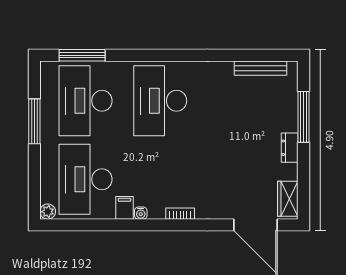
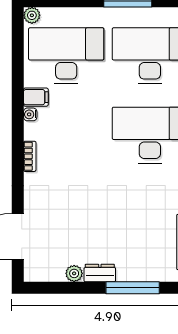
plant: (290, 172) -> (74, 273), added
wardrobe: (288, 199) -> (45, 271), removed

